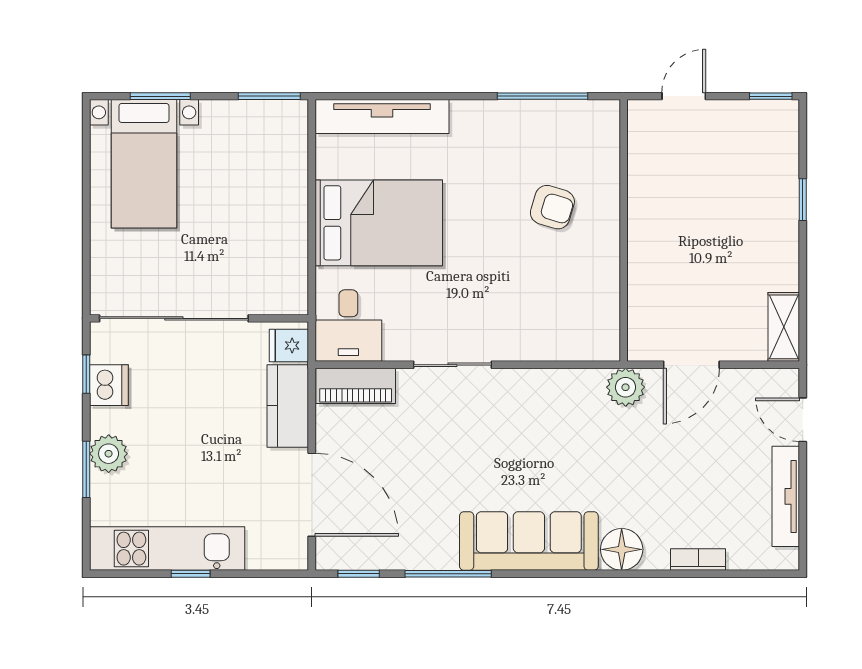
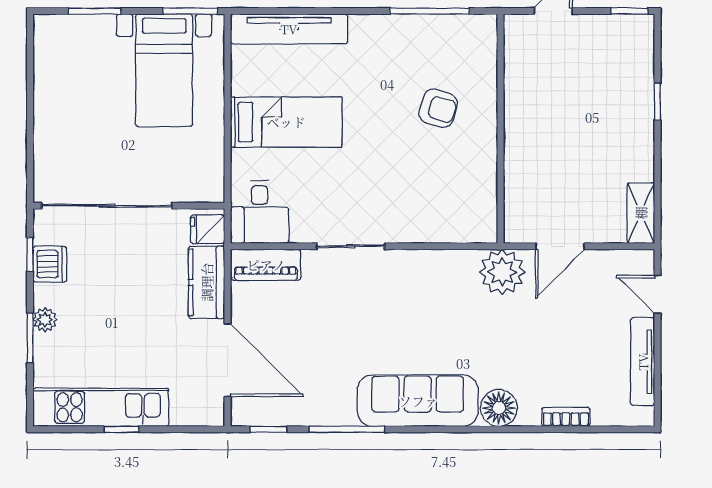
bed with nightstands: (144, 164) -> (164, 70), moved
bed: (379, 223) -> (286, 122), width x0.67
plant: (626, 387) -> (502, 272), width x1.36, depth x1.36
plant: (109, 454) -> (45, 320), width x0.73, depth x0.73

